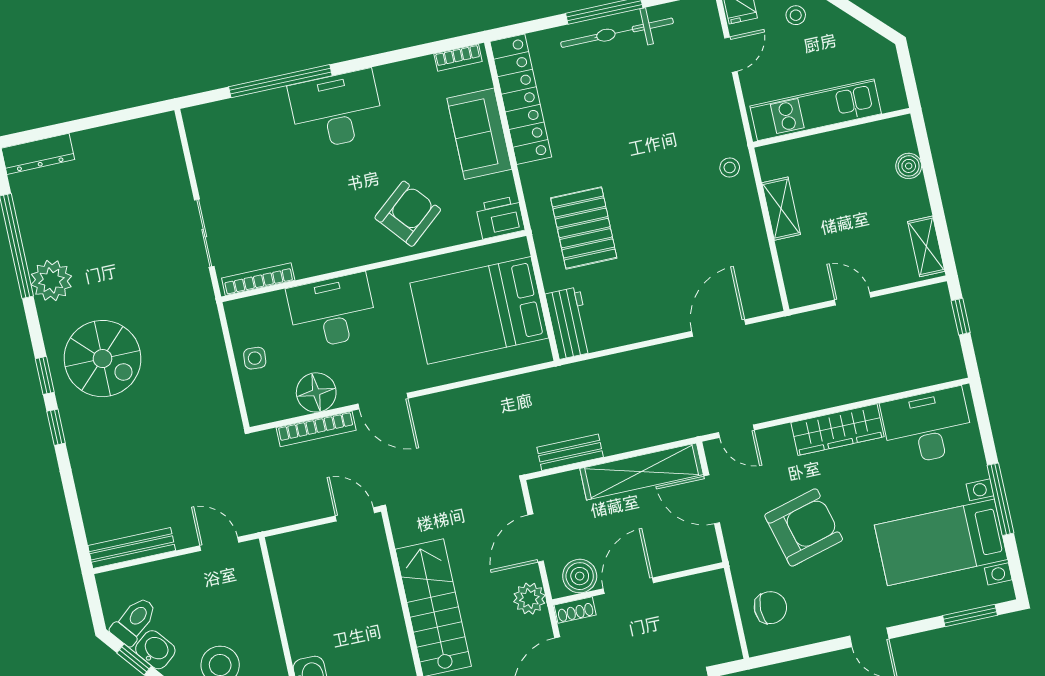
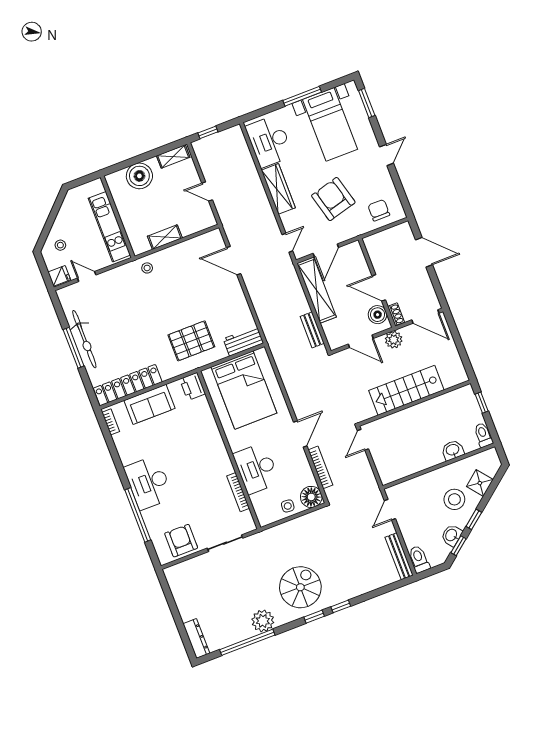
boiler: (909, 166) -> (139, 176), width x1.86, depth x1.86
armchair: (408, 214) -> (181, 541), moved, turned 40
bookcase: (258, 279) -> (238, 492), moved
door: (853, 299) -> (207, 192), hinge flipped
floor lamp: (316, 392) -> (311, 497), moved
toilet: (134, 621) -> (419, 559), moved, turned 39

